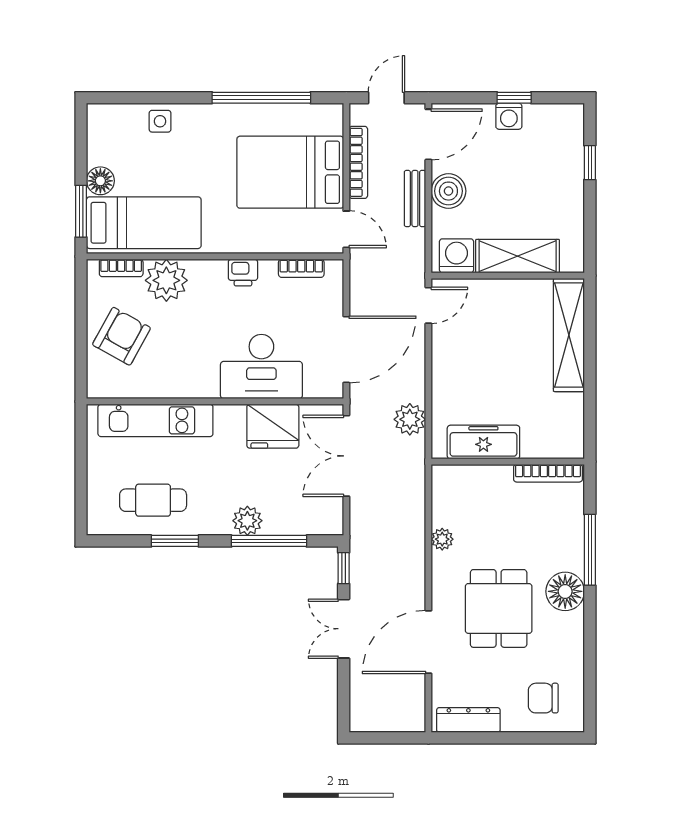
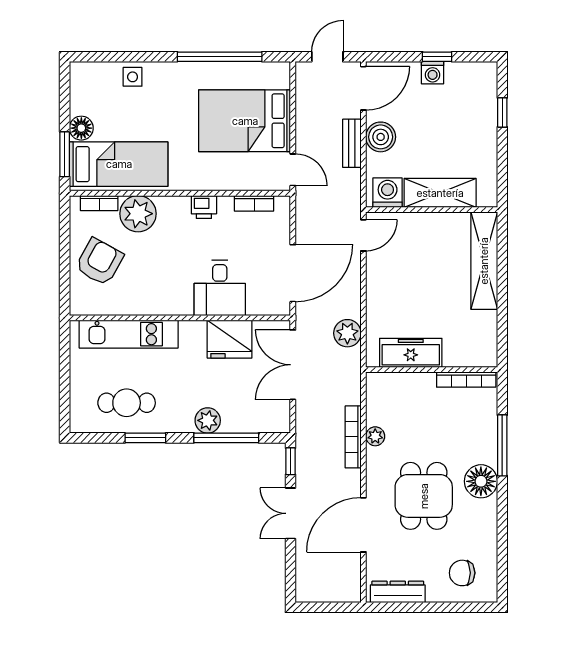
bookcase: (358, 162) -> (353, 437), moved, turned 180
desk: (261, 367) -> (220, 288), width x0.73

